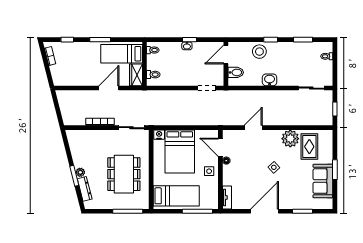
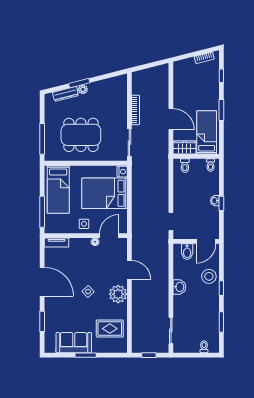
door: (226, 54) -> (206, 241), swing flipped
plant: (290, 139) -> (118, 294), moved

